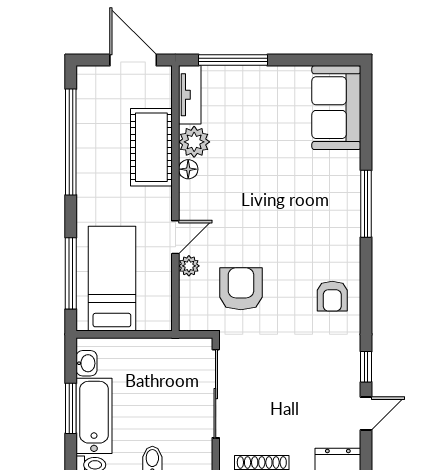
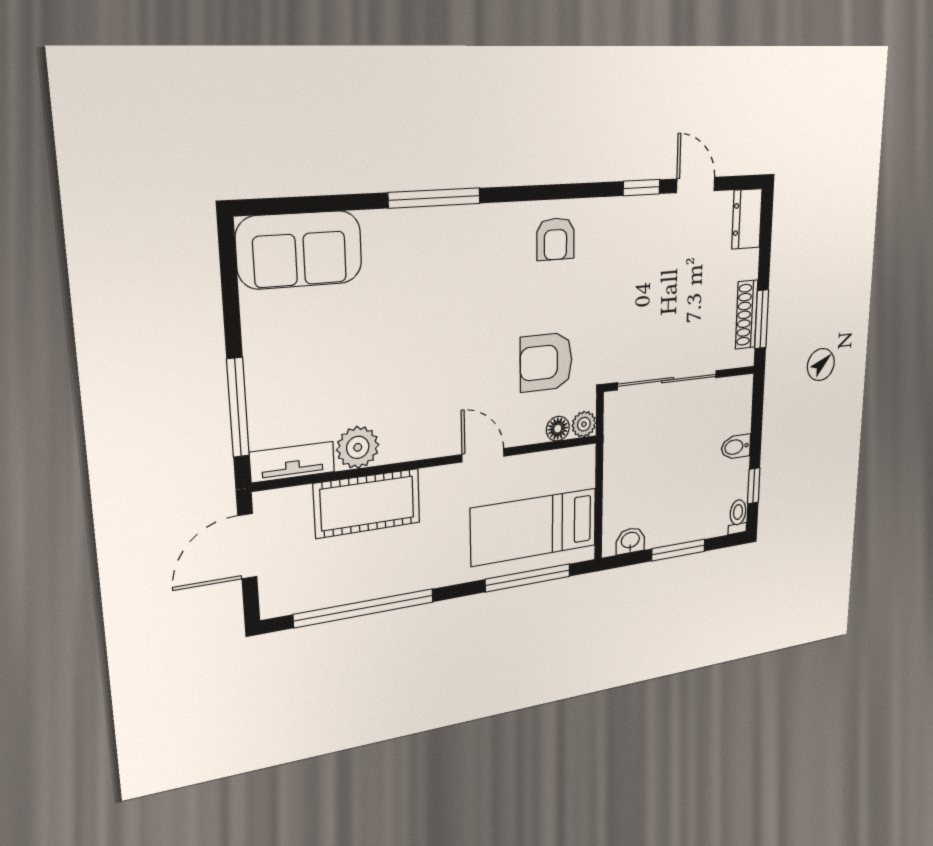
floor lamp: (188, 169) -> (558, 429), moved
plant: (189, 266) -> (584, 424), moved
armchair: (332, 296) -> (555, 239), turned 90
bathtub: (94, 416) -> (687, 522), removed

